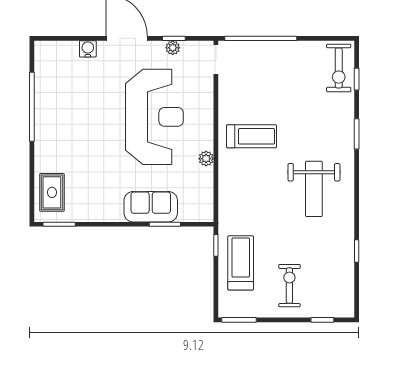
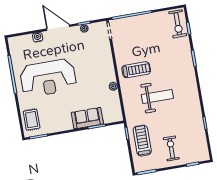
reception desk: (154, 117) -> (48, 78), moved, turned 90
weight bench: (314, 189) -> (157, 96), moved, turned -90

